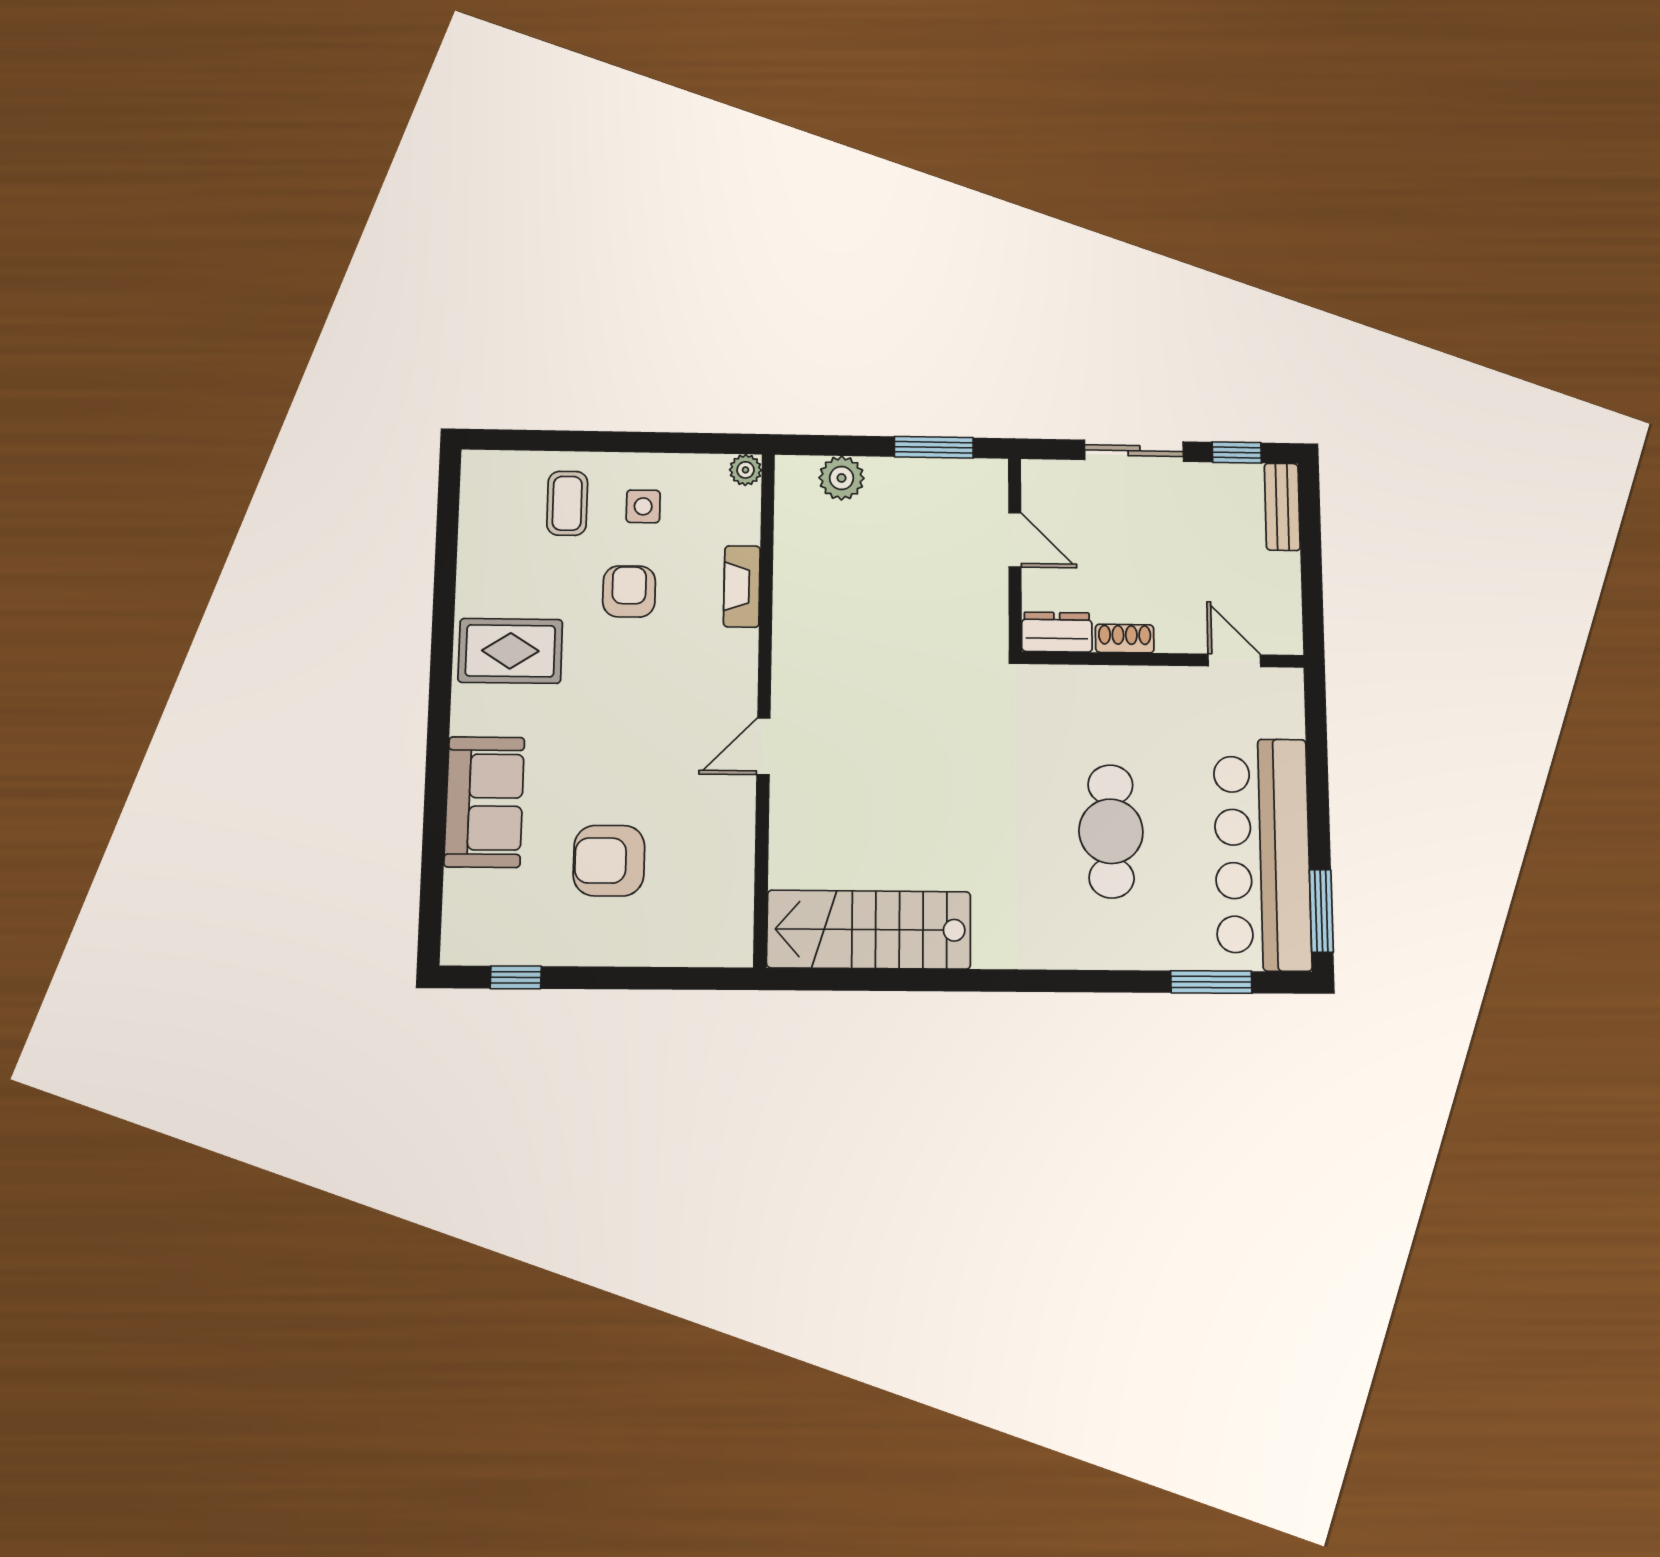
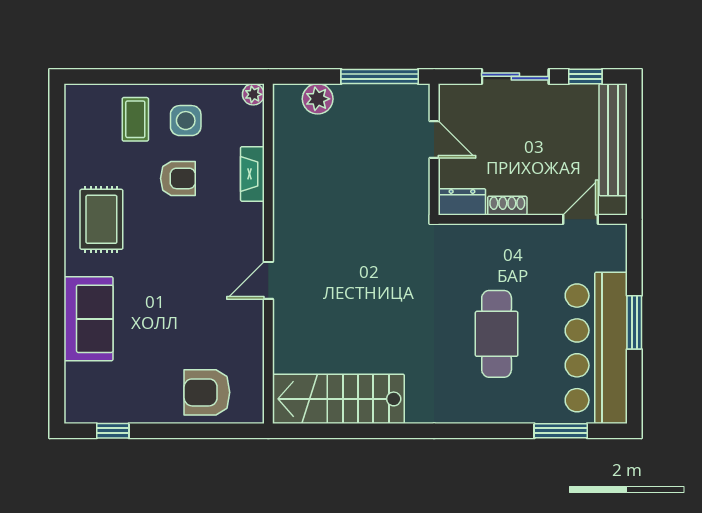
window: (934, 447) -> (380, 76), width x1.44
side table: (643, 506) -> (186, 121), width x1.37, depth x1.37
bench: (1282, 507) -> (613, 140), width x1.86, depth x1.21
armchair: (629, 591) -> (178, 178), turned 90
rug: (510, 651) -> (101, 219), turned 90
door: (1234, 660) -> (581, 219), hinge flipped
armchair: (609, 861) -> (207, 392), moved
window: (1321, 911) -> (634, 322), moved

